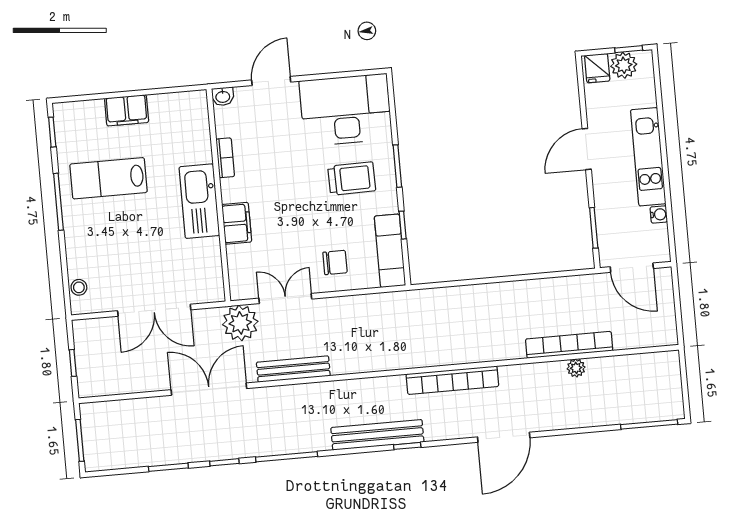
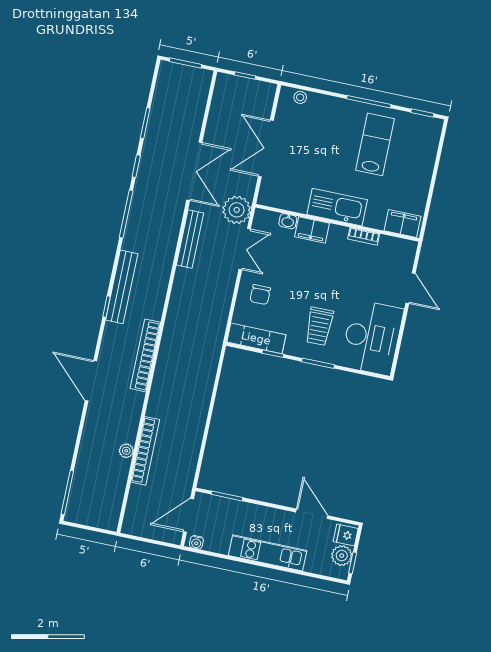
washbasin: (223, 96) -> (288, 221), moved, turned -90
filing cabinet: (127, 110) -> (403, 224), moved, turned 90
door: (587, 149) -> (312, 514), moved
water cooler: (659, 214) -> (196, 542), moved

